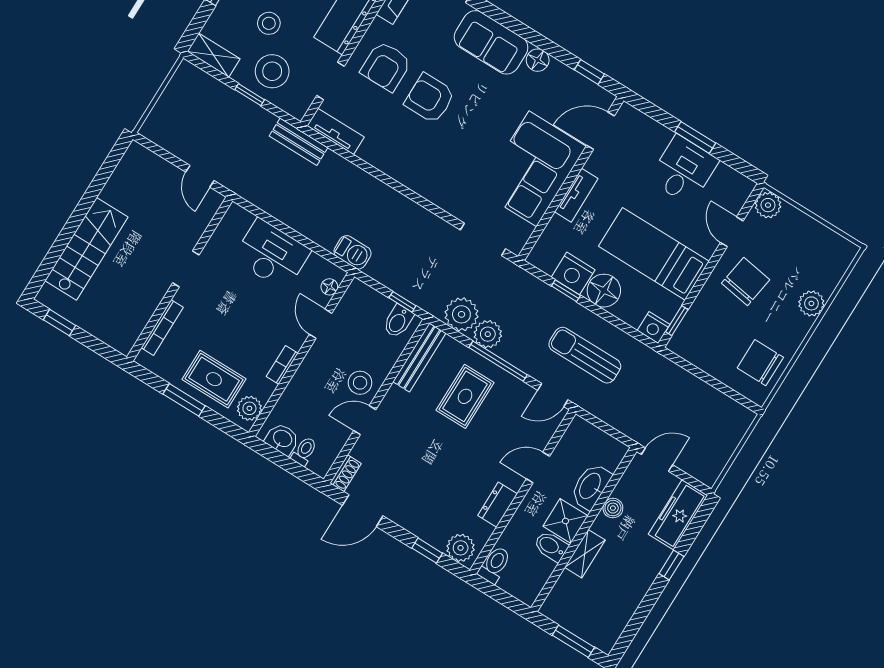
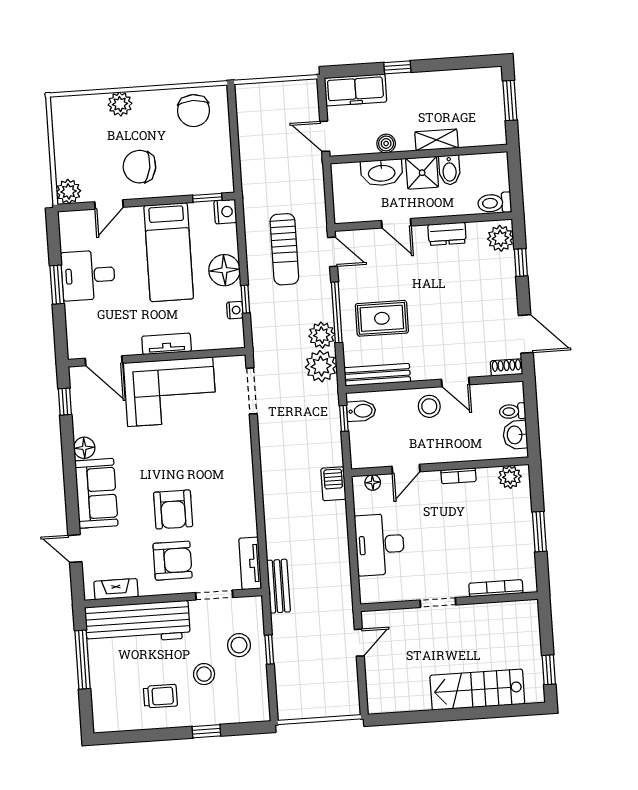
shelving: (214, 55) -> (259, 699), removed
stool: (272, 71) -> (239, 645), width x0.73, depth x0.73
nightstand: (573, 273) -> (235, 310), width x0.53, depth x0.56
rug: (214, 379) -> (507, 520), removed

